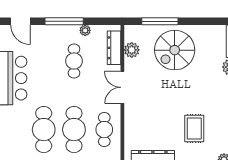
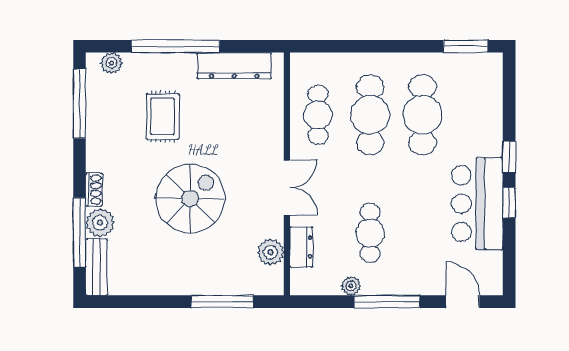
dresser: (114, 48) -> (301, 247), width x0.70
spiral stairs: (175, 50) -> (190, 199), moved

